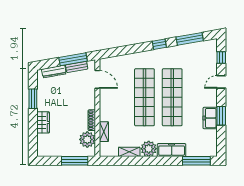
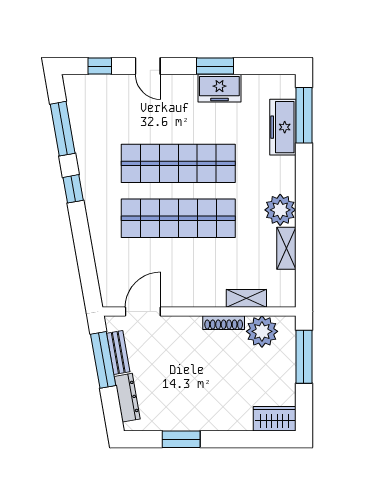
wardrobe: (43, 122) -> (275, 419), moved
freezer: (172, 150) -> (283, 127), moved

